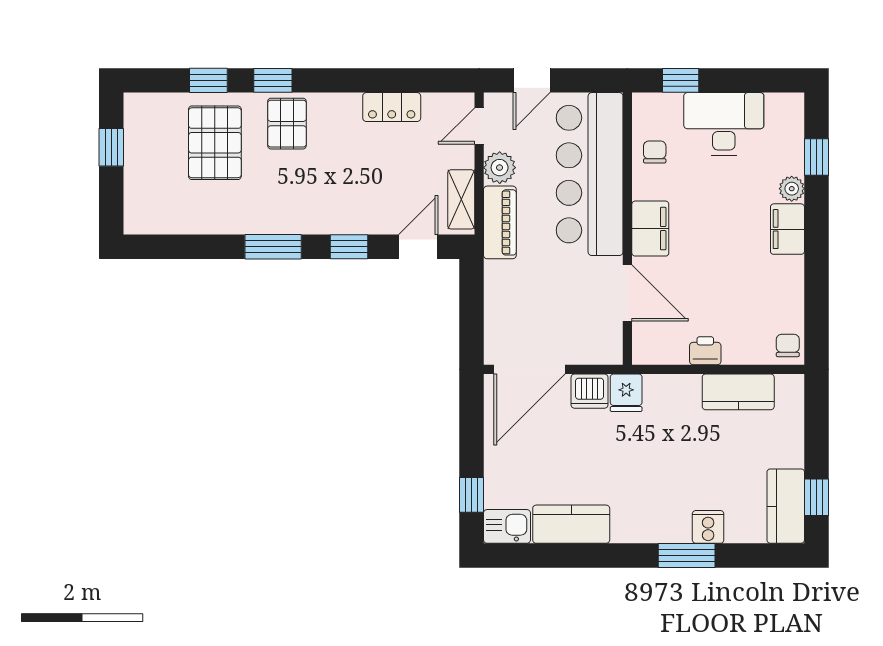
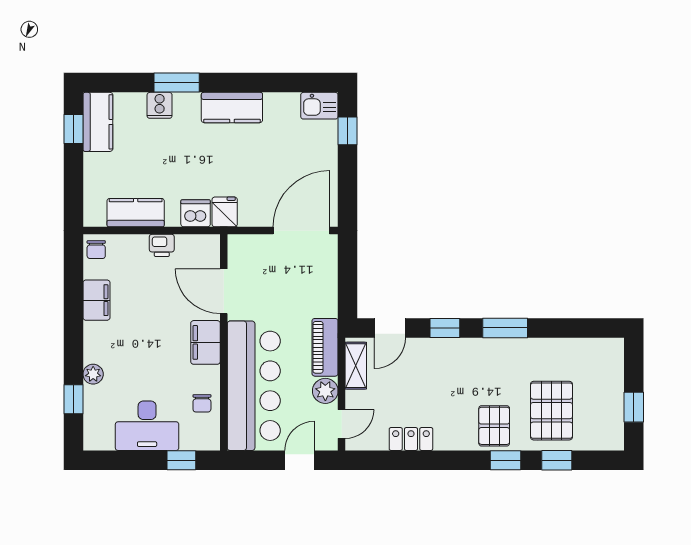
filing cabinet: (787, 229) -> (96, 300), moved
dishwasher: (590, 391) -> (196, 213), moved
kitchen counter: (571, 524) -> (232, 107), moved

